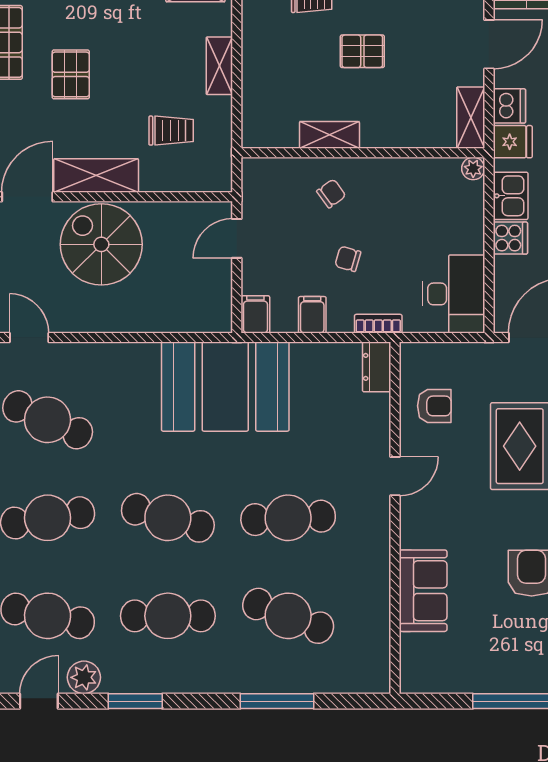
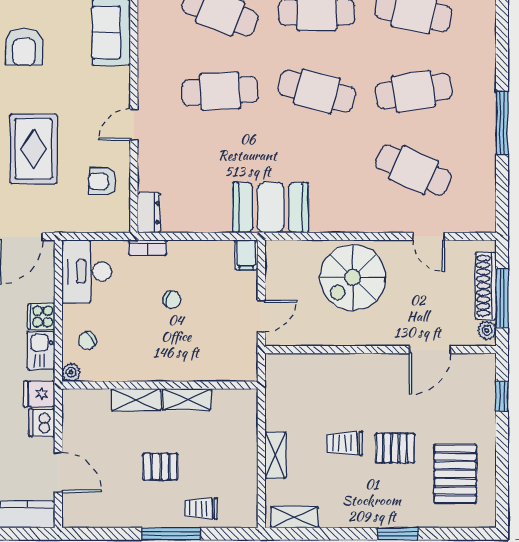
door: (489, 44) -> (58, 472), swing flipped
pallet: (71, 74) -> (395, 448), turned 90
shelving: (471, 118) -> (136, 400), moved, turned 90
trolley: (171, 131) -> (345, 443), moved
shelving: (96, 175) -> (375, 367), removed
chair: (331, 193) -> (87, 341), moved
spiral stairs: (101, 244) -> (353, 277), moved, turned 90
filing cabinet: (312, 315) -> (201, 255), removed
booth: (225, 387) -> (271, 208), width x0.73, depth x0.70

